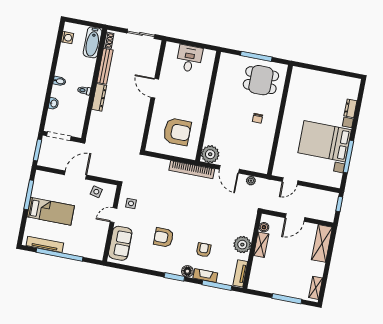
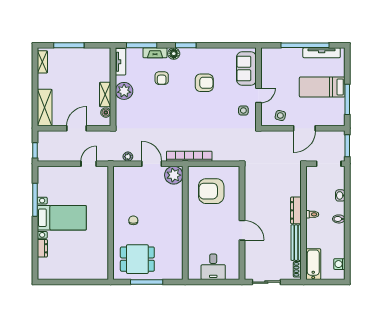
bed with nightstands: (325, 141) -> (62, 218), width x0.73

